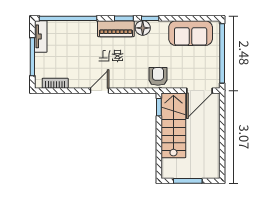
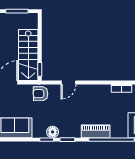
piano: (116, 29) -> (96, 131), moved
armchair: (158, 76) -> (40, 94), turned 89
door: (99, 91) -> (69, 83), moved

